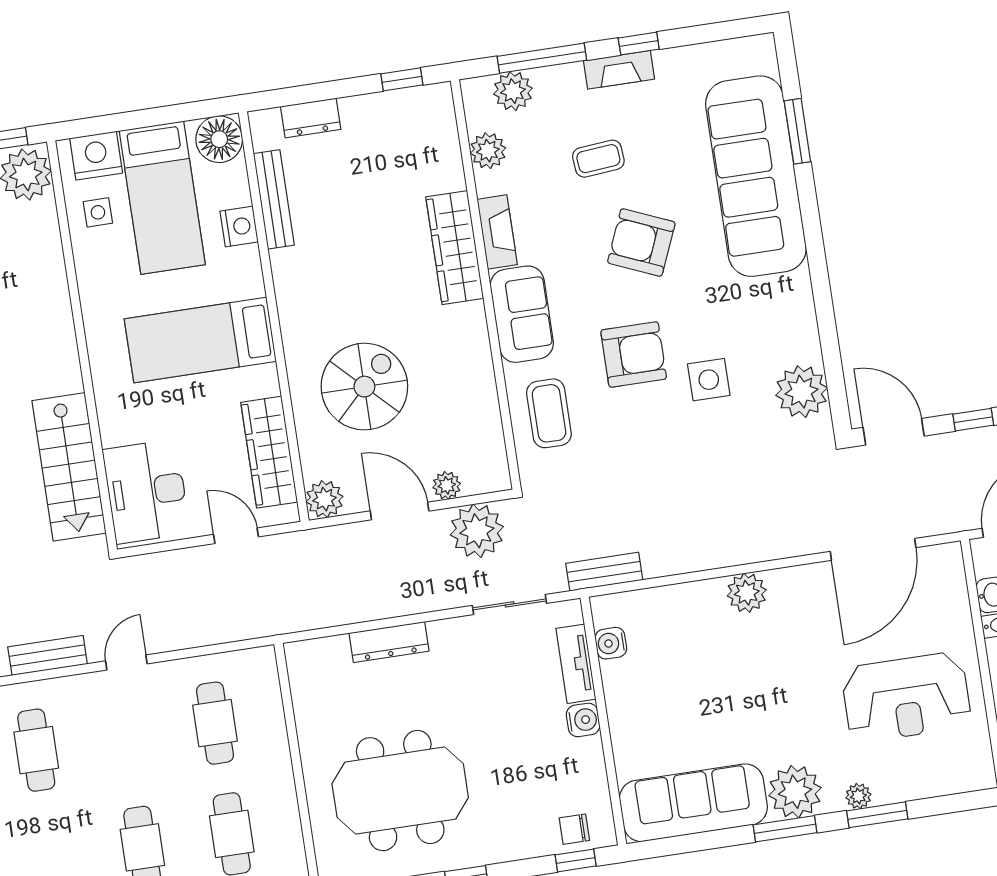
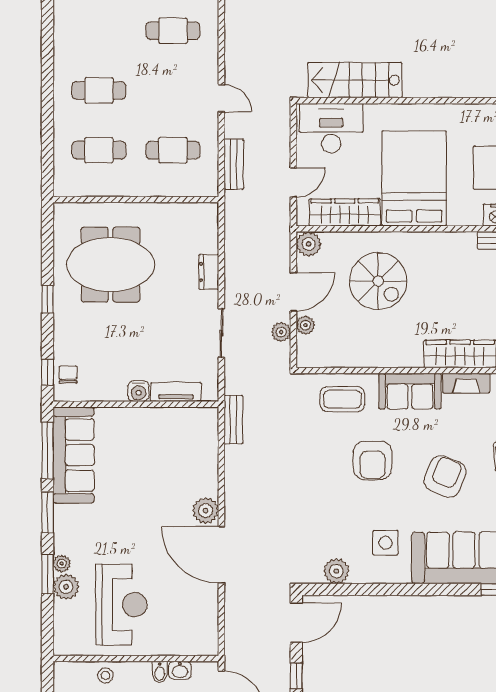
bed: (200, 340) -> (414, 178), width x1.50
side table: (709, 380) -> (385, 543), moved
plant: (802, 392) -> (336, 571), width x0.73, depth x0.73
plant: (477, 531) -> (281, 332), width x0.53, depth x0.53
door: (873, 549) -> (221, 555), moved
sliding door: (509, 604) -> (221, 333), moved
dresser: (389, 642) -> (209, 272), width x0.70
water cooler: (611, 643) -> (186, 417), removed
bench: (48, 655) -> (234, 164), moved
reception desk: (906, 697) -> (121, 605), turned 180
meeting table: (400, 791) -> (111, 265), turned 90
plant: (795, 792) -> (66, 587), moved, width x0.73, depth x0.73
window: (692, 843) -> (48, 450), added

